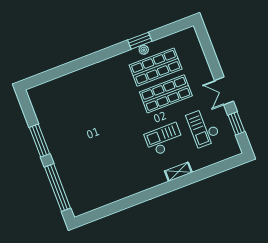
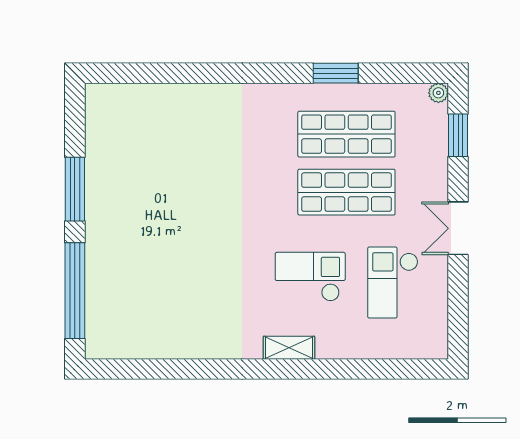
plant: (144, 50) -> (438, 93), moved
window: (236, 123) -> (458, 135), moved
shelving: (178, 172) -> (289, 348), moved

